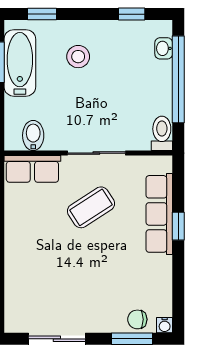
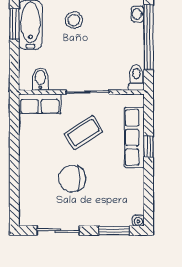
chair: (137, 319) -> (72, 179), moved, width x1.87, depth x1.87

